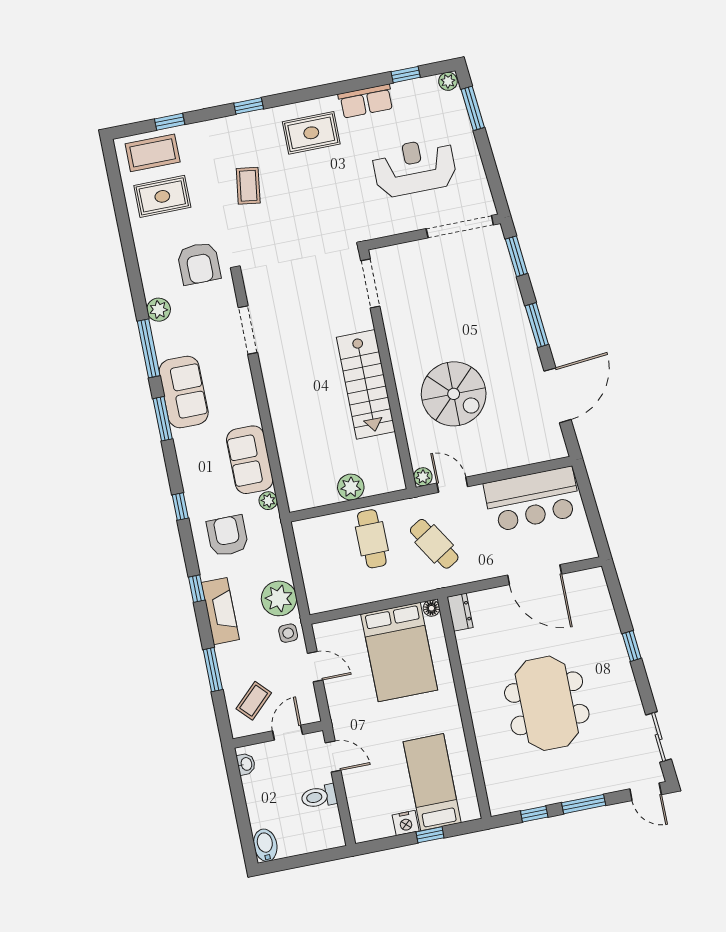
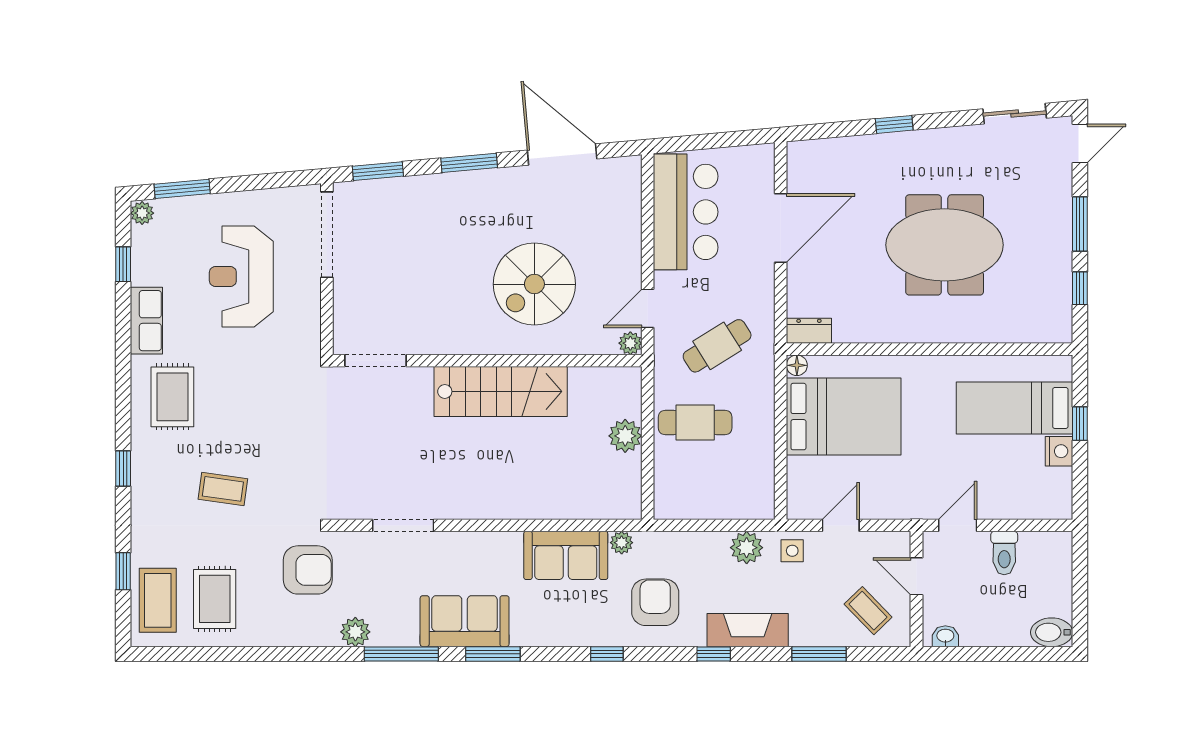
spiral stairs: (454, 394) -> (534, 284), turned 180
armchair: (227, 536) -> (655, 602), turned 90
plant: (279, 598) -> (747, 548), width x0.73, depth x0.73

